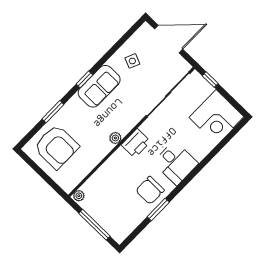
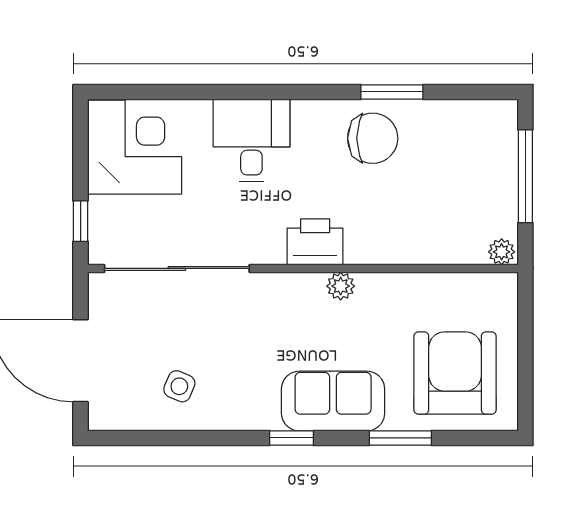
sofa: (99, 86) -> (333, 401), moved
desk: (176, 163) -> (251, 140), moved

